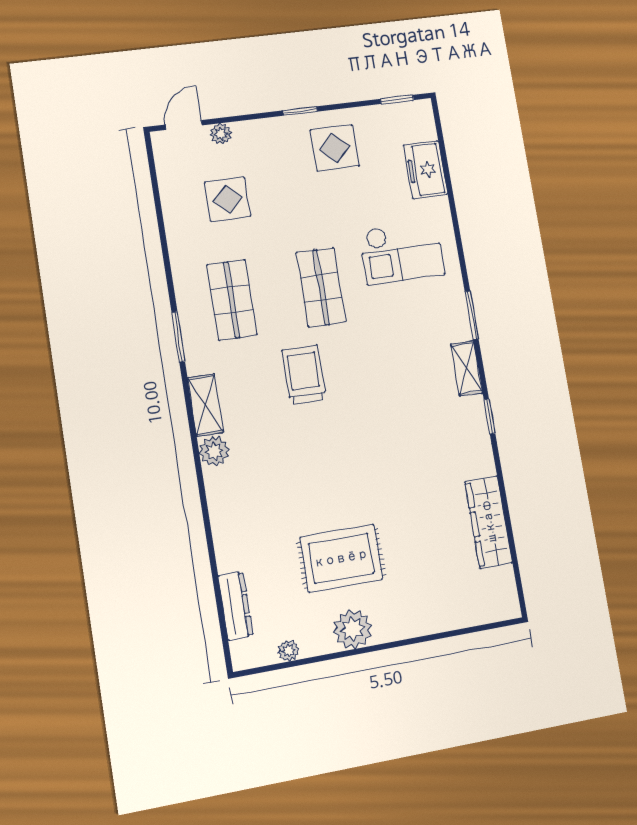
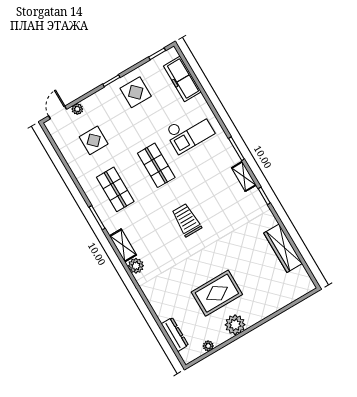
freezer: (426, 170) -> (182, 79), width x1.40
trolley: (304, 375) -> (187, 220), moved

